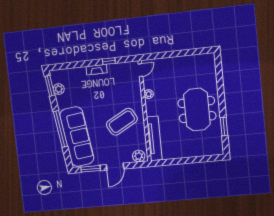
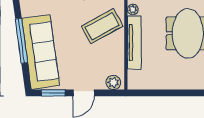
coffee table: (122, 122) -> (102, 26), moved
tv unit: (154, 138) -> (134, 42), moved

